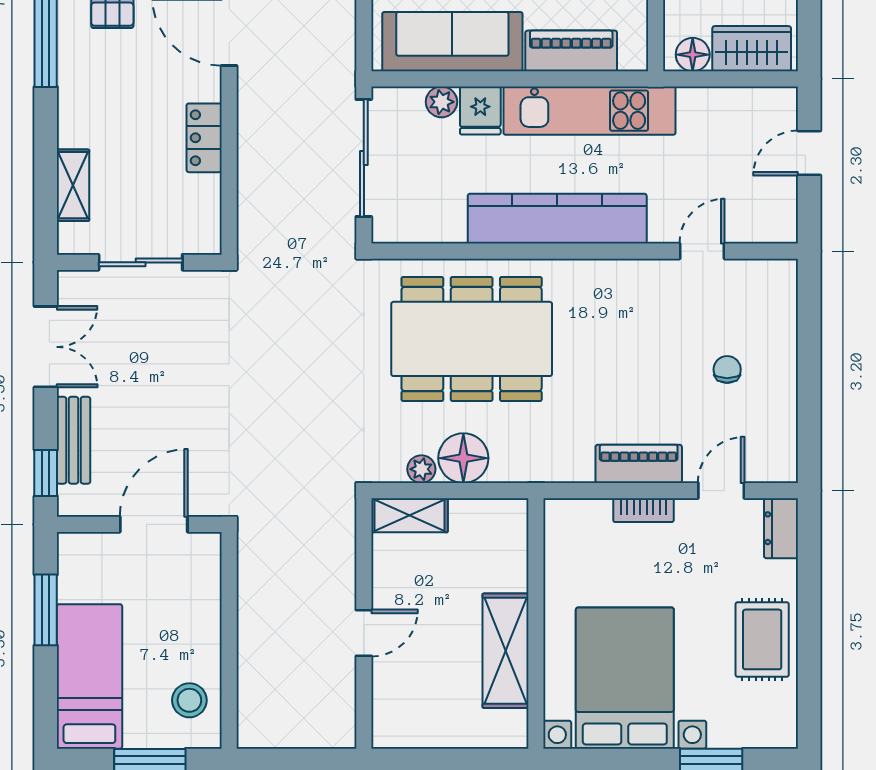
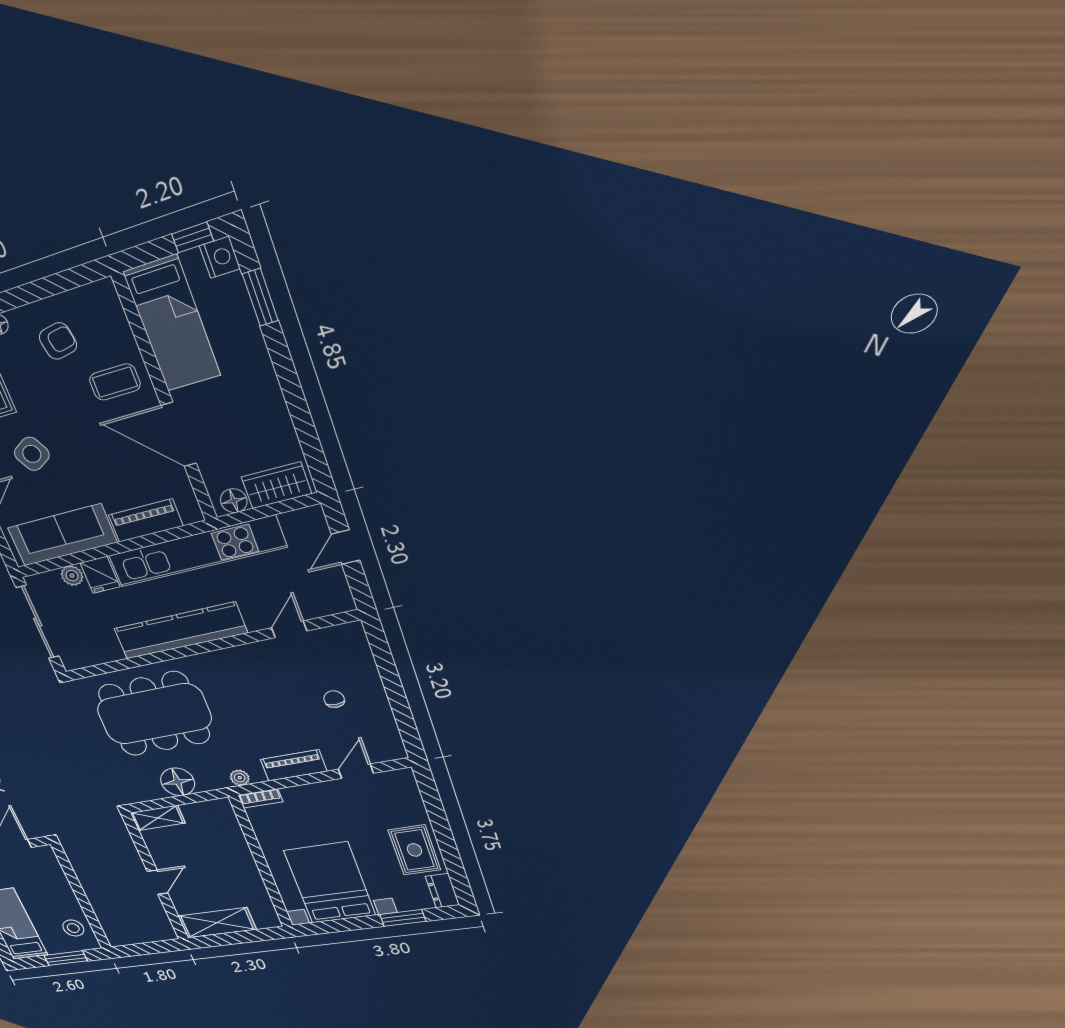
kitchen unit: (589, 111) -> (196, 552), width x1.36
plant: (421, 469) -> (240, 778), moved
bookcase: (643, 510) -> (261, 798), moved
dresser: (781, 528) -> (442, 891), moved
shelving: (506, 651) -> (217, 923), moved, turned 90

